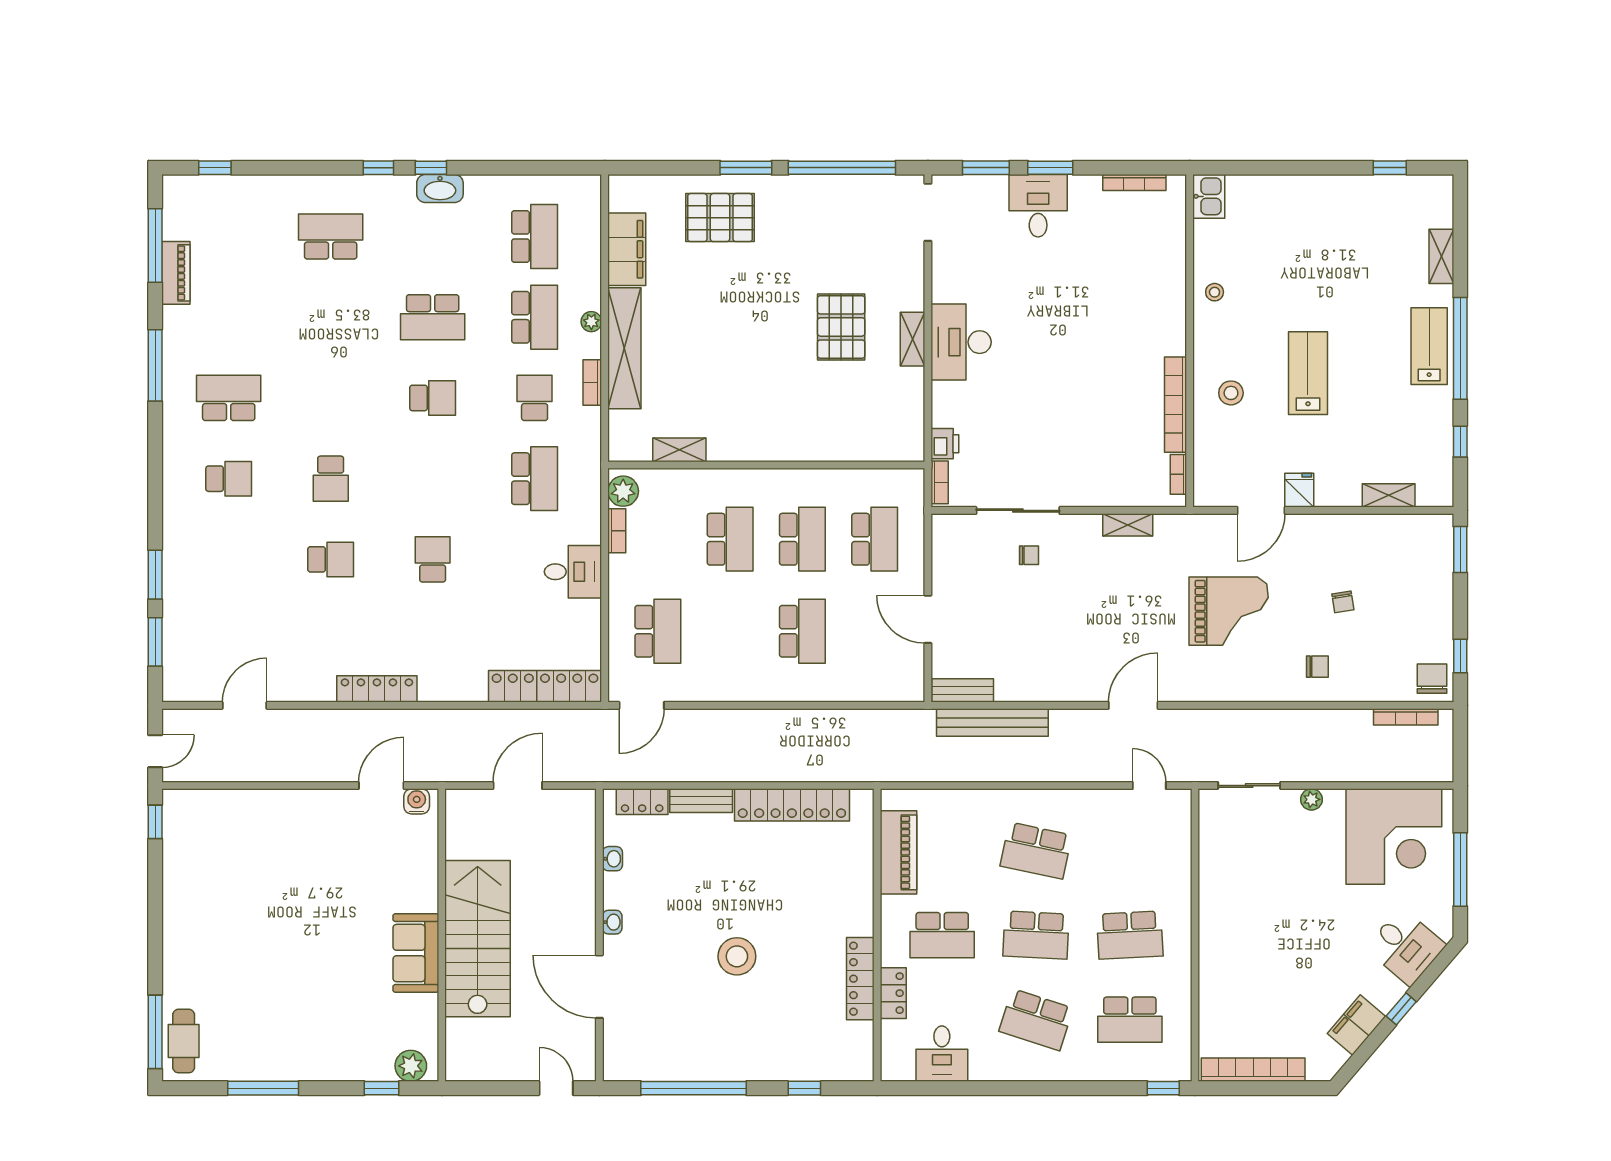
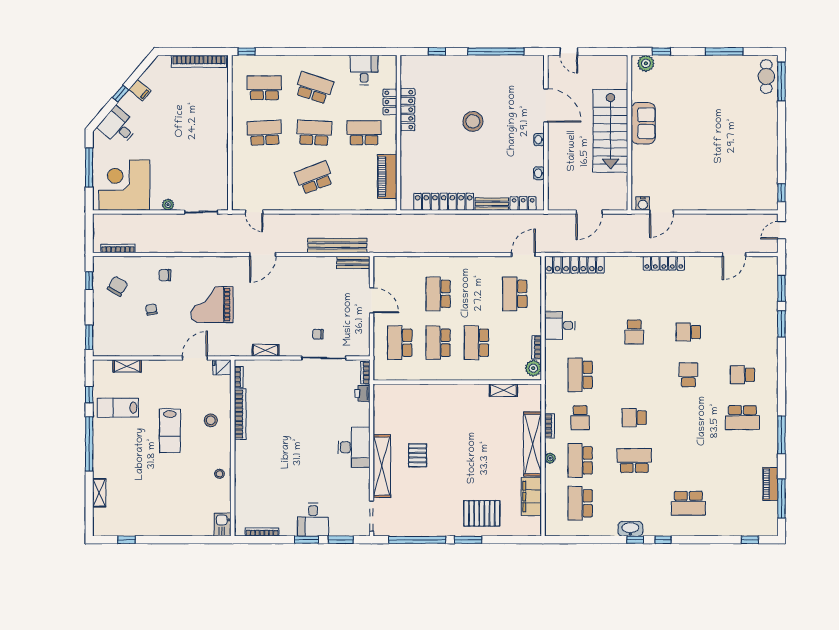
pallet: (841, 327) -> (418, 455), width x0.67, depth x0.71
shelving: (913, 339) -> (382, 466), width x2.20, depth x1.33
lab bench: (1429, 346) -> (118, 408), moved, turned 90
fridge: (1299, 490) -> (222, 367), moved, turned 90
chair: (1432, 679) -> (117, 286), moved, turned -149
school desk: (1036, 851) -> (314, 178), turned -33
filing cabinet: (1356, 1025) -> (140, 90), width x0.50

